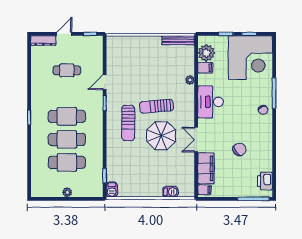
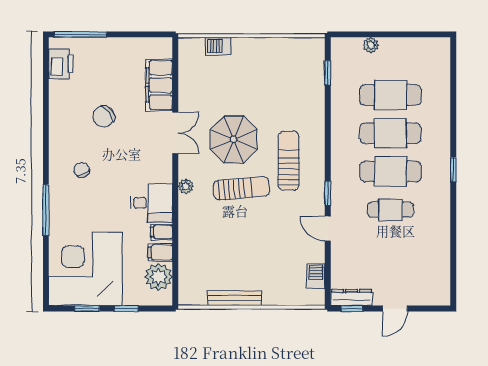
bench: (178, 40) -> (235, 298), moved
dresser: (43, 41) -> (351, 298), moved
cafe table: (67, 70) -> (391, 210), moved
plant: (190, 80) -> (186, 186), moved
door: (105, 82) -> (328, 229), swing flipped
desk: (211, 102) -> (151, 203), width x0.73
chair: (263, 110) -> (82, 170), moved
barbecue: (112, 190) -> (316, 276), moved
filing cabinet: (204, 190) -> (162, 232), moved
plant: (67, 192) -> (371, 45), moved

